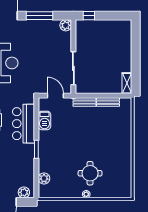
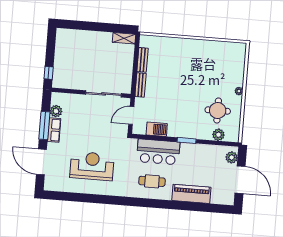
row of seats: (36, 25) -> (54, 130), added
plant: (66, 25) -> (56, 111), moved
round table: (90, 173) -> (218, 111), moved

